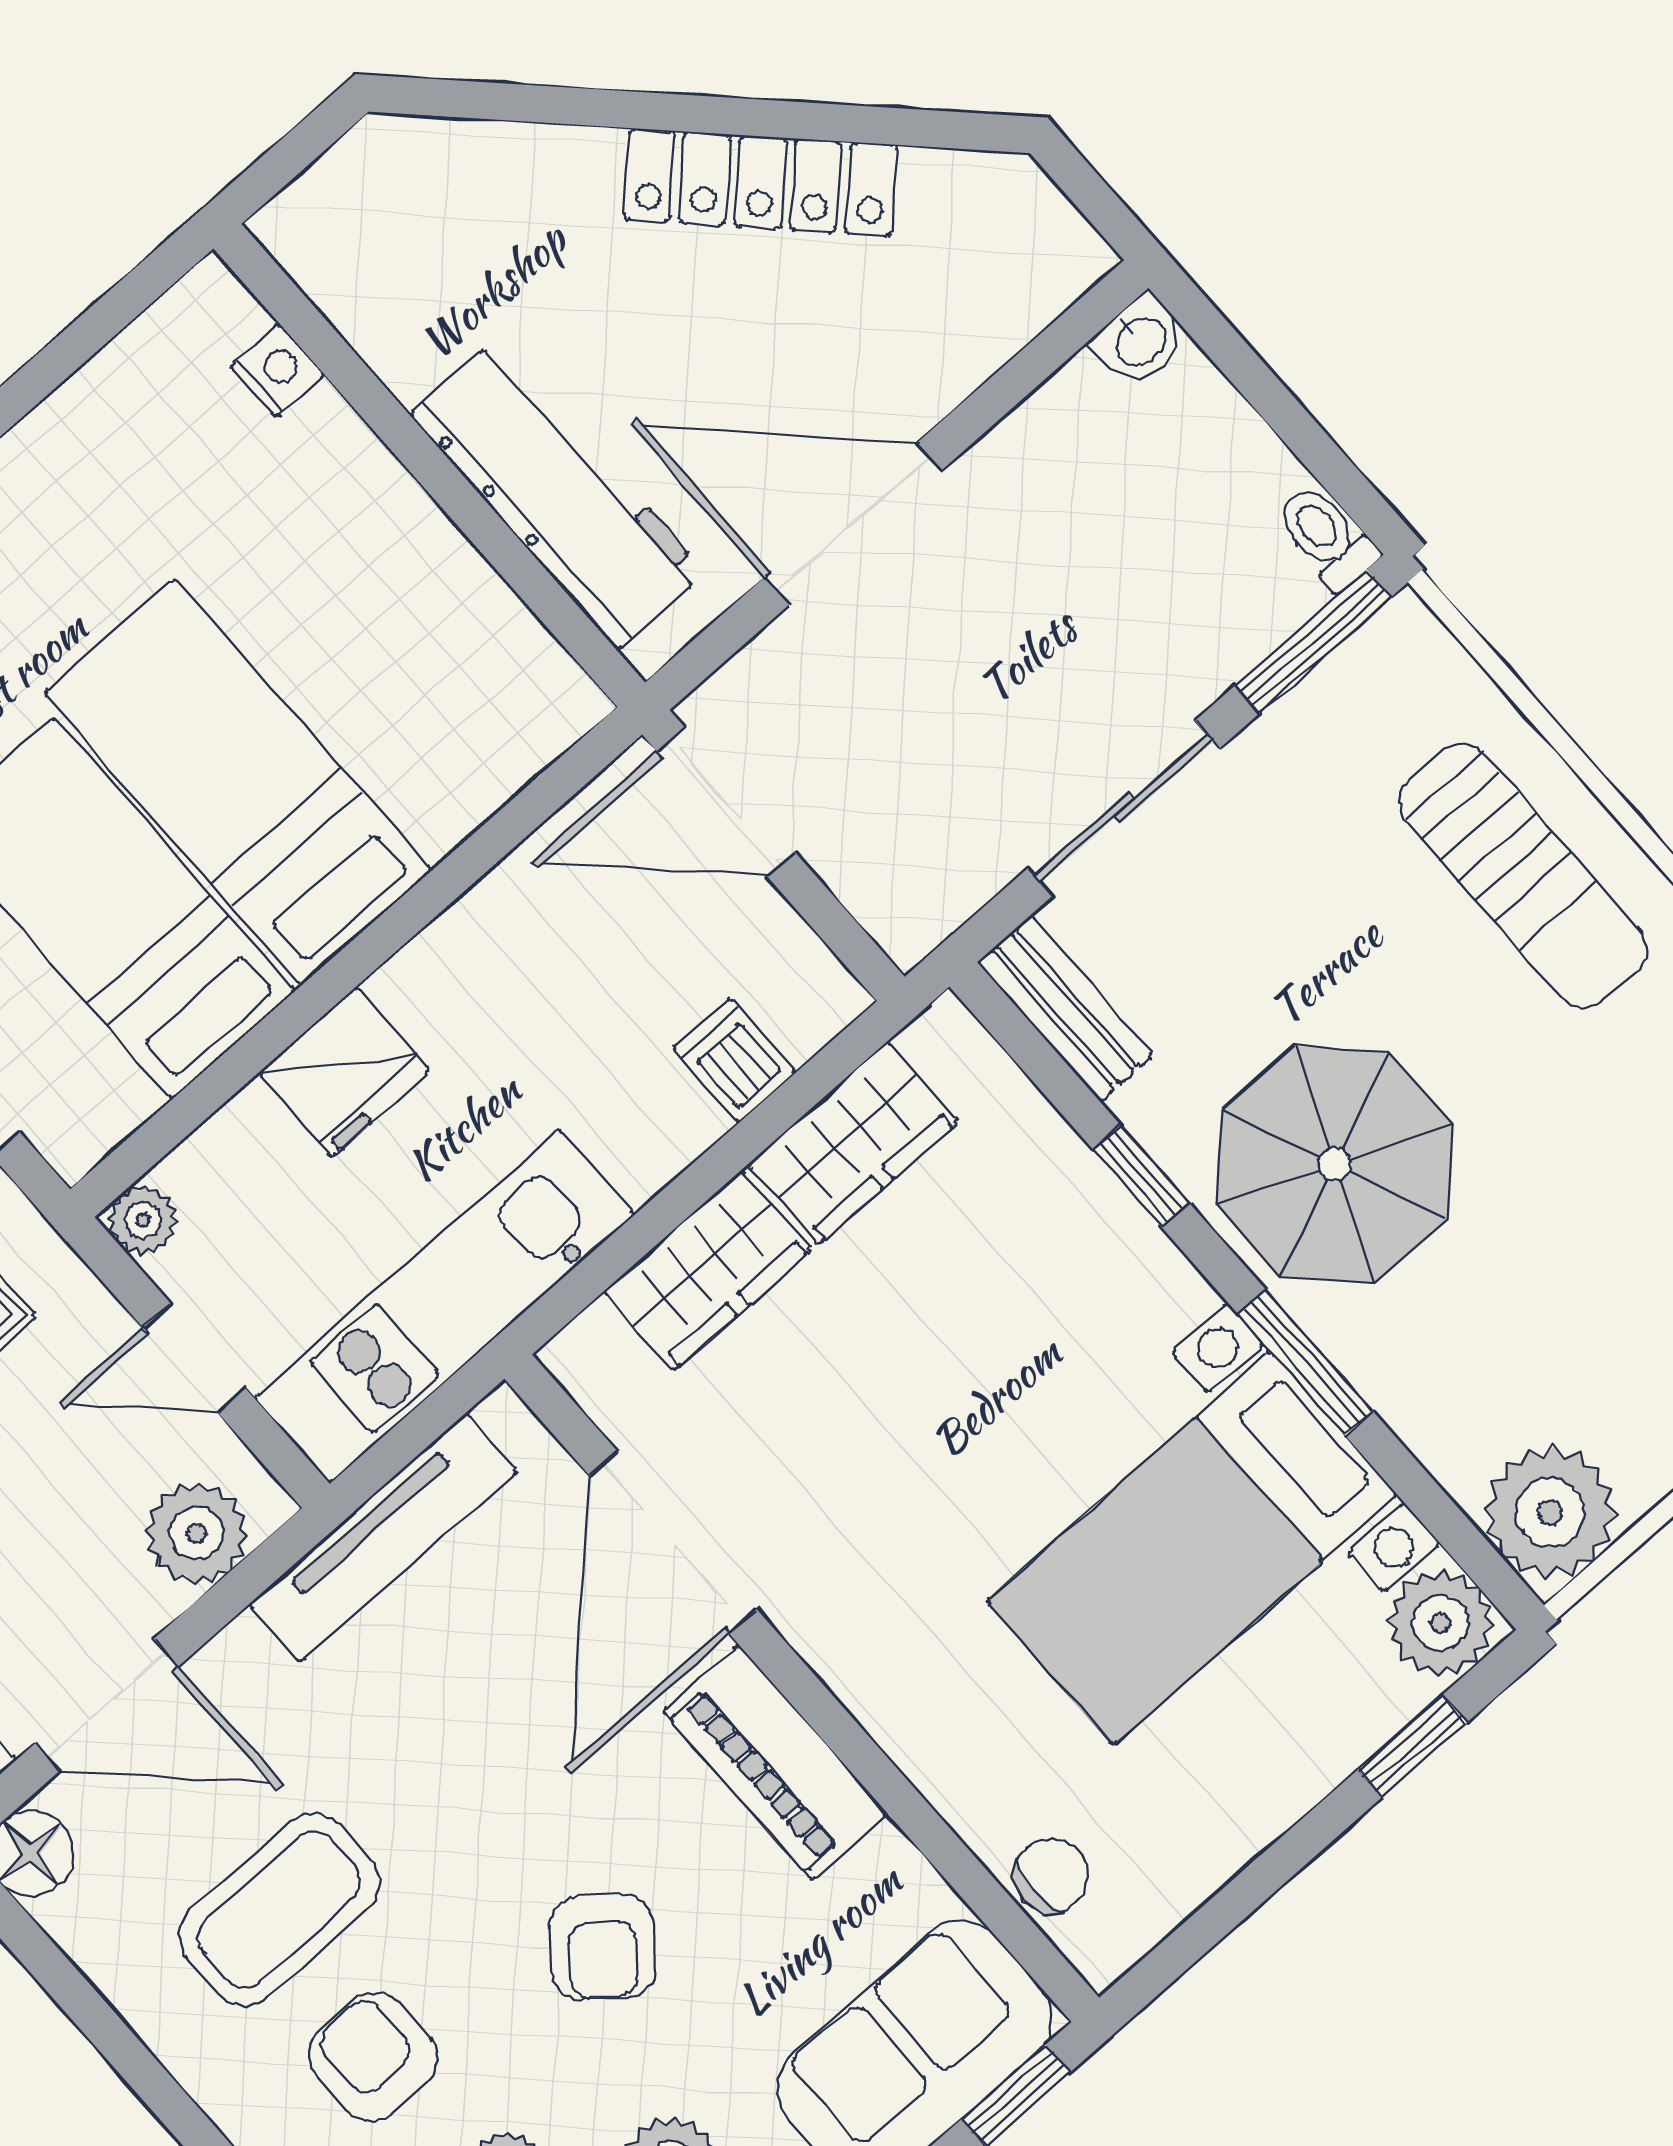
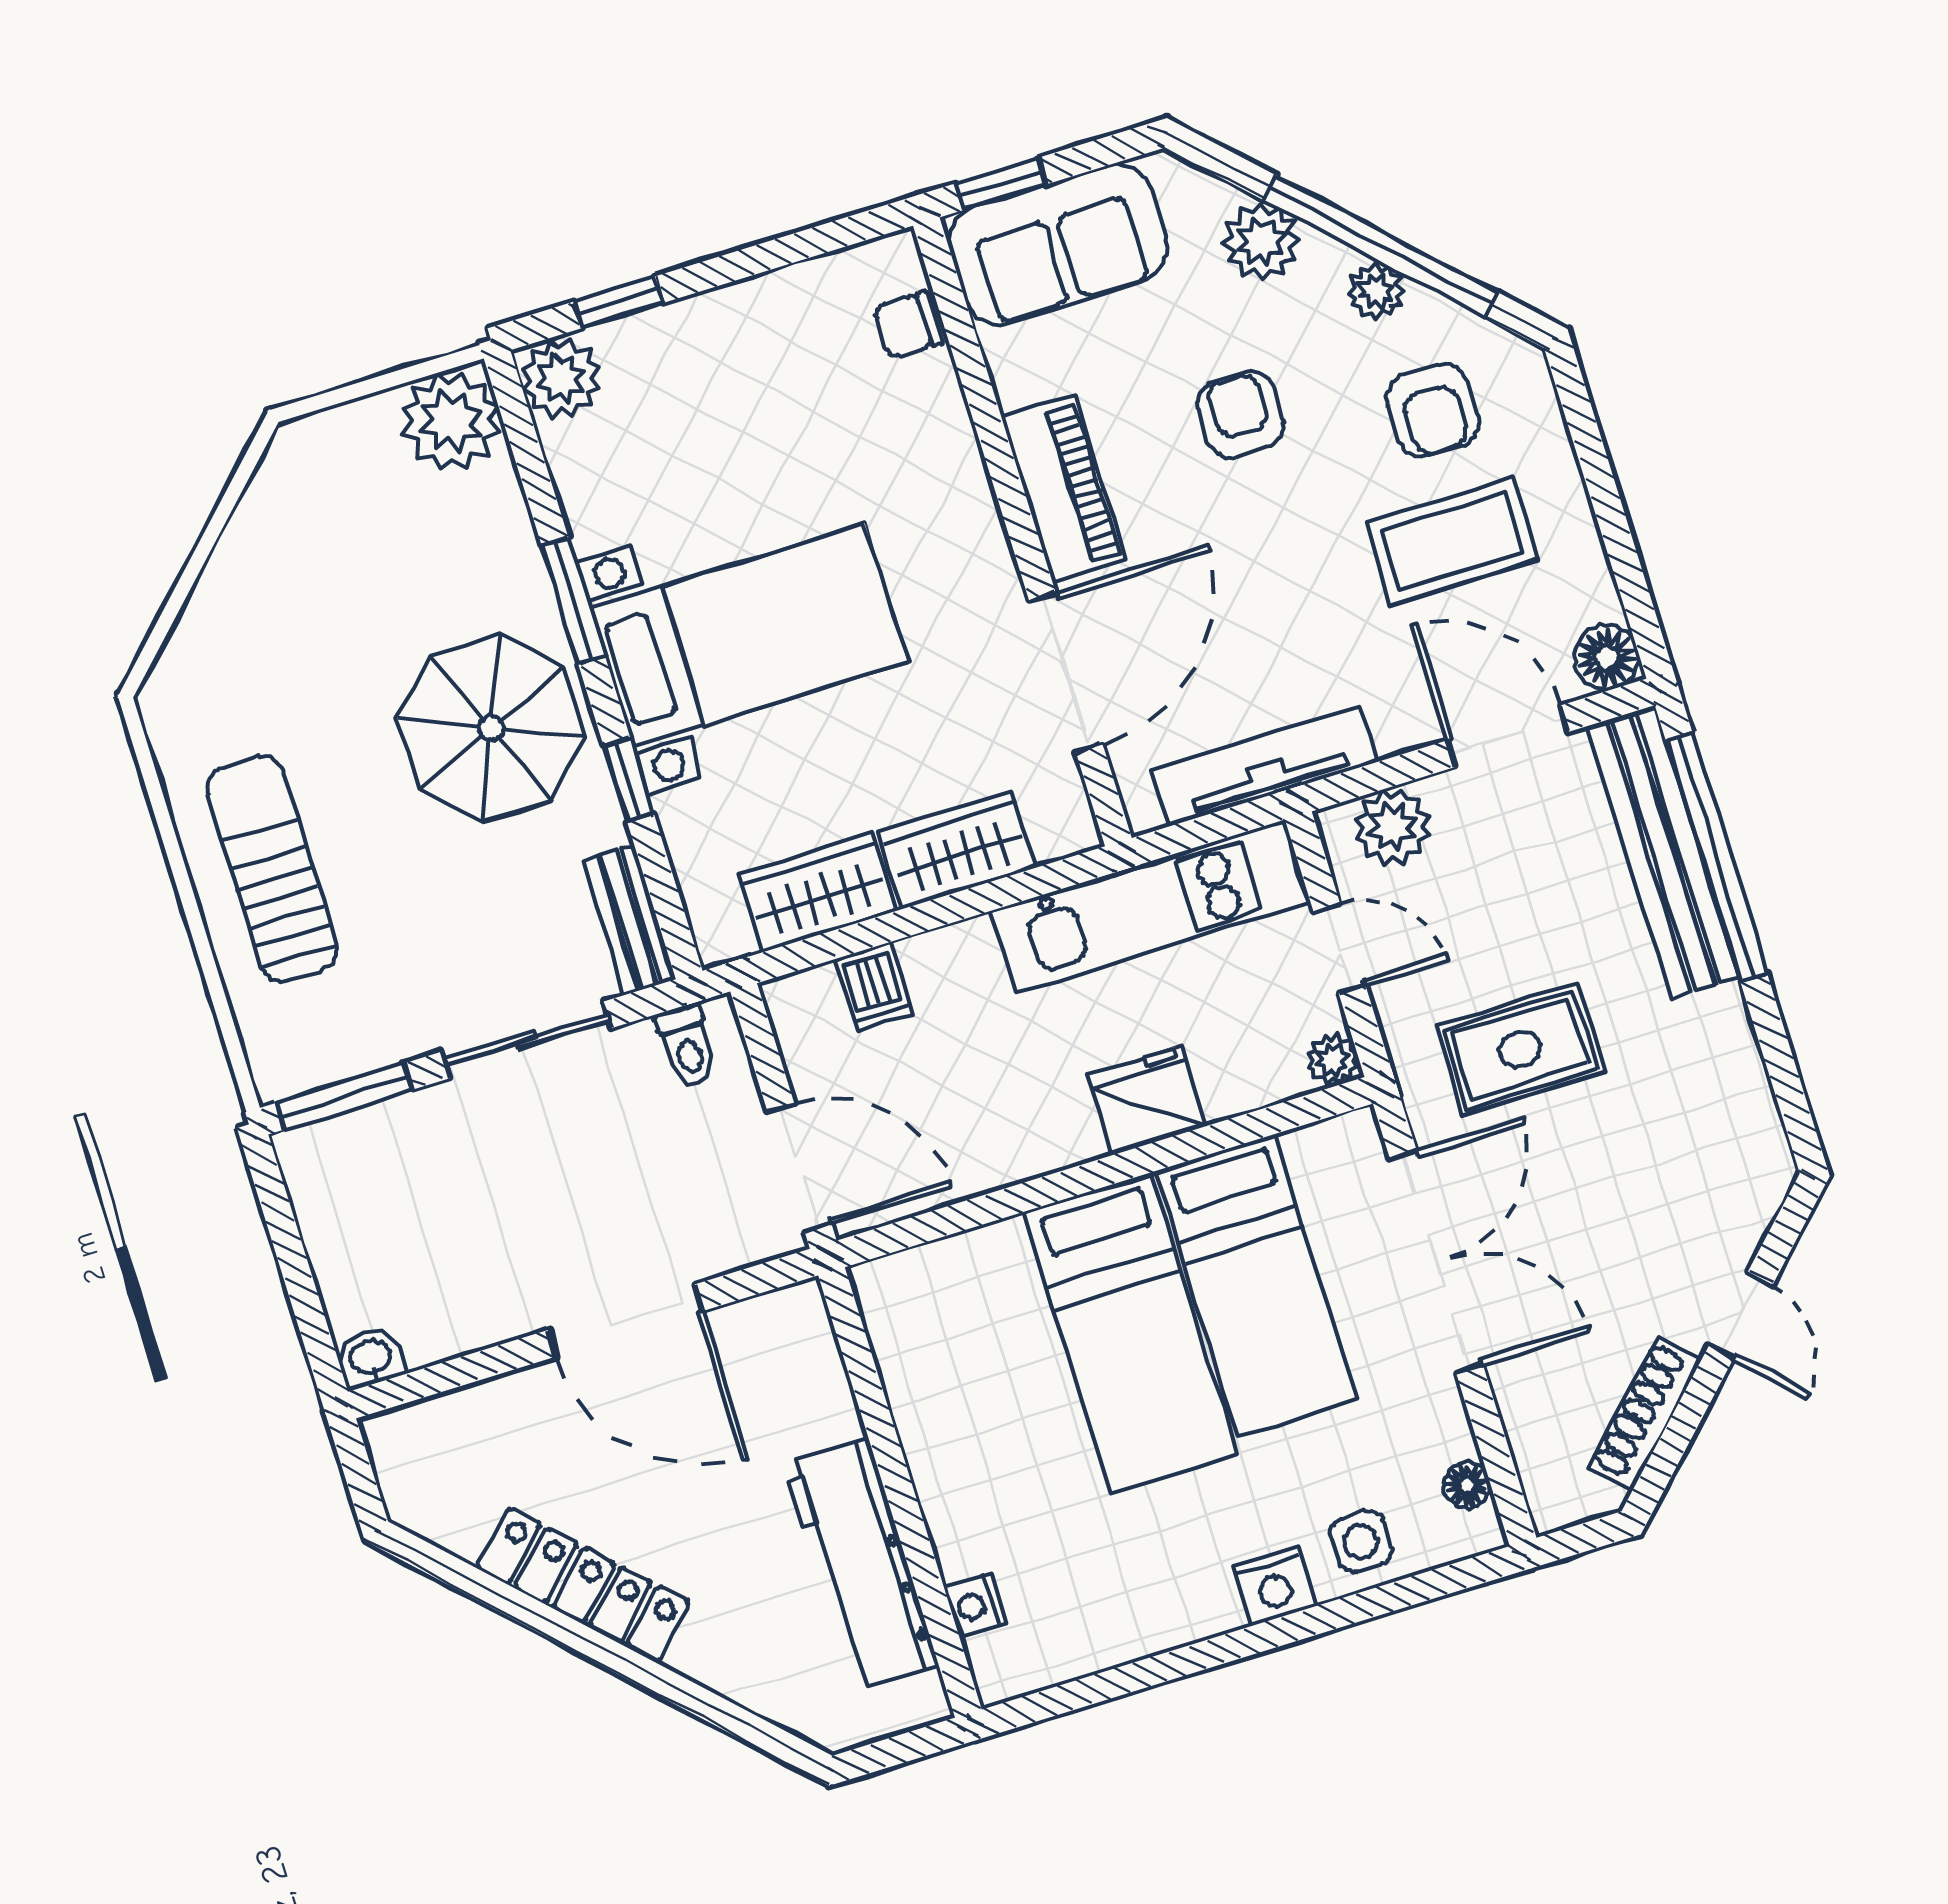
workbench: (558, 494) -> (861, 1564), moved
toilet: (1326, 537) -> (687, 1046), moved
bed with nightstands: (1192, 1548) -> (749, 636), moved
armchair: (603, 1947) -> (1240, 415), turned -38

